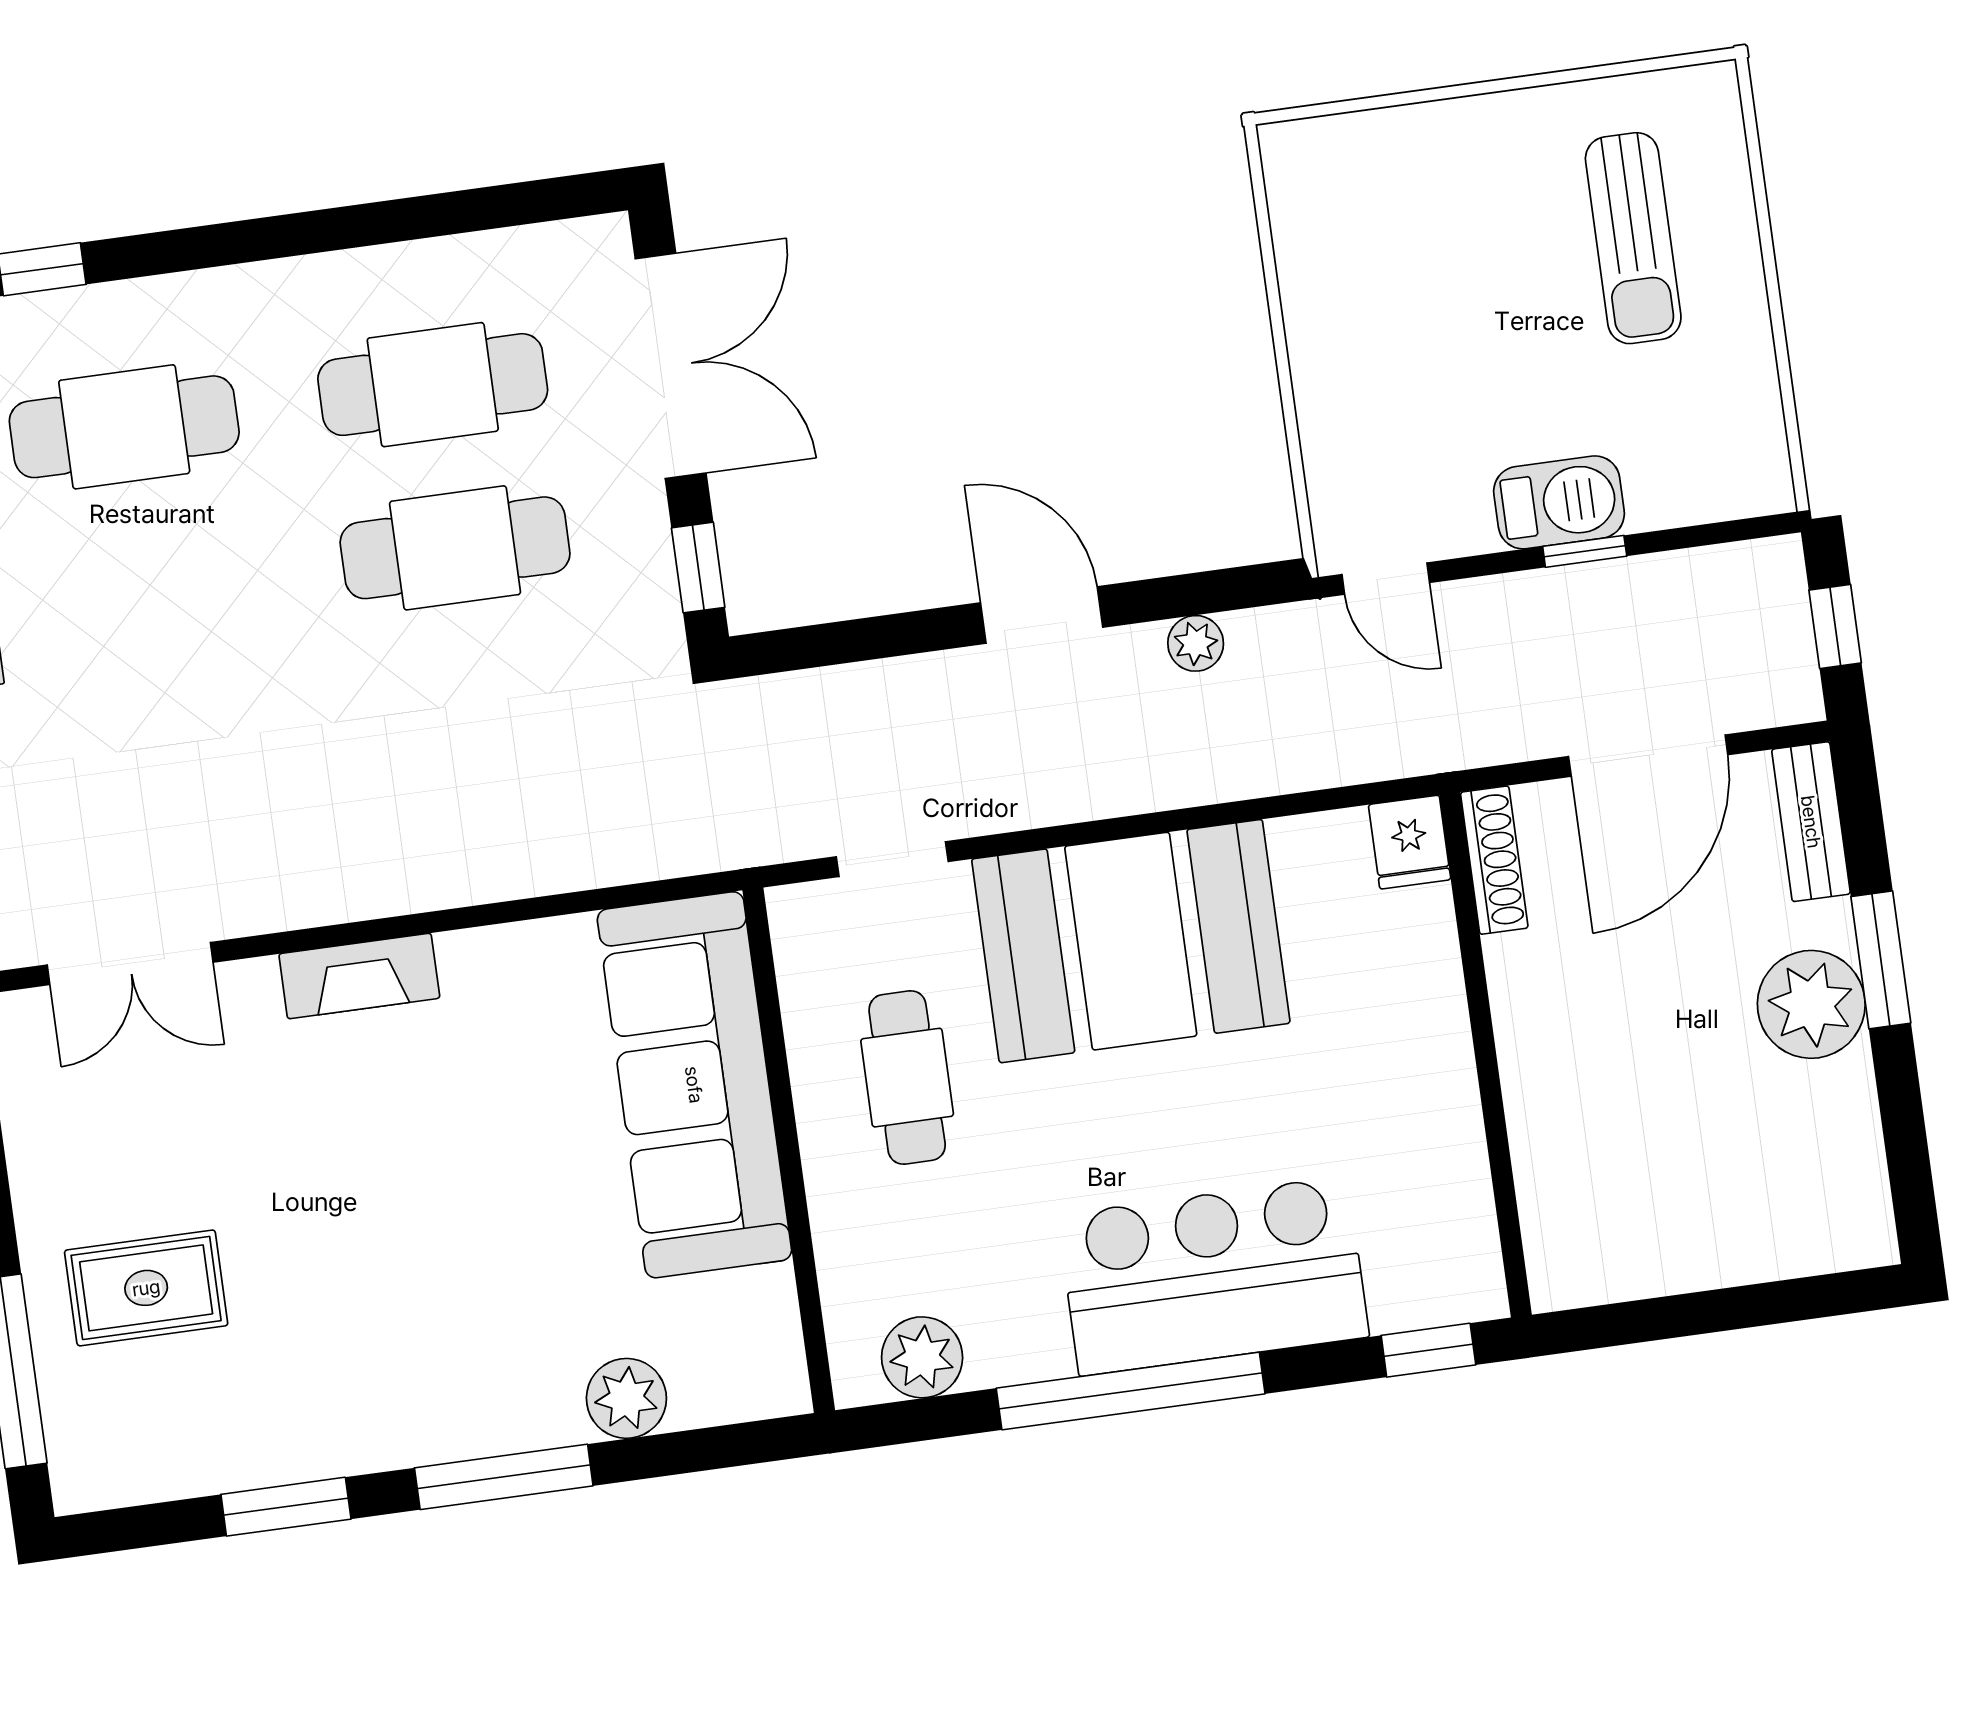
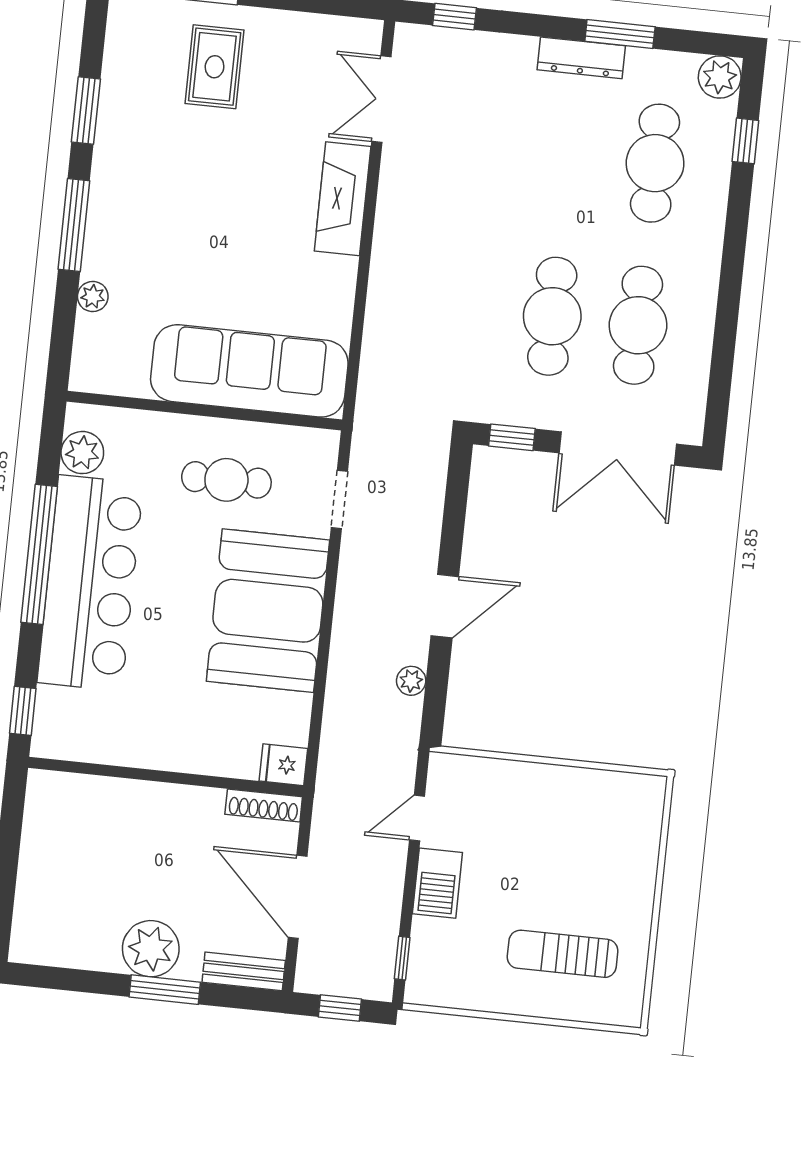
window: (1585, 551) -> (402, 958), moved
door: (1386, 579) -> (417, 818), moved
fireplace: (359, 976) -> (343, 199), width x1.37, depth x1.32
bar counter: (1213, 1276) -> (90, 583), width x1.36
plant: (626, 1398) -> (93, 297), width x0.73, depth x0.73

